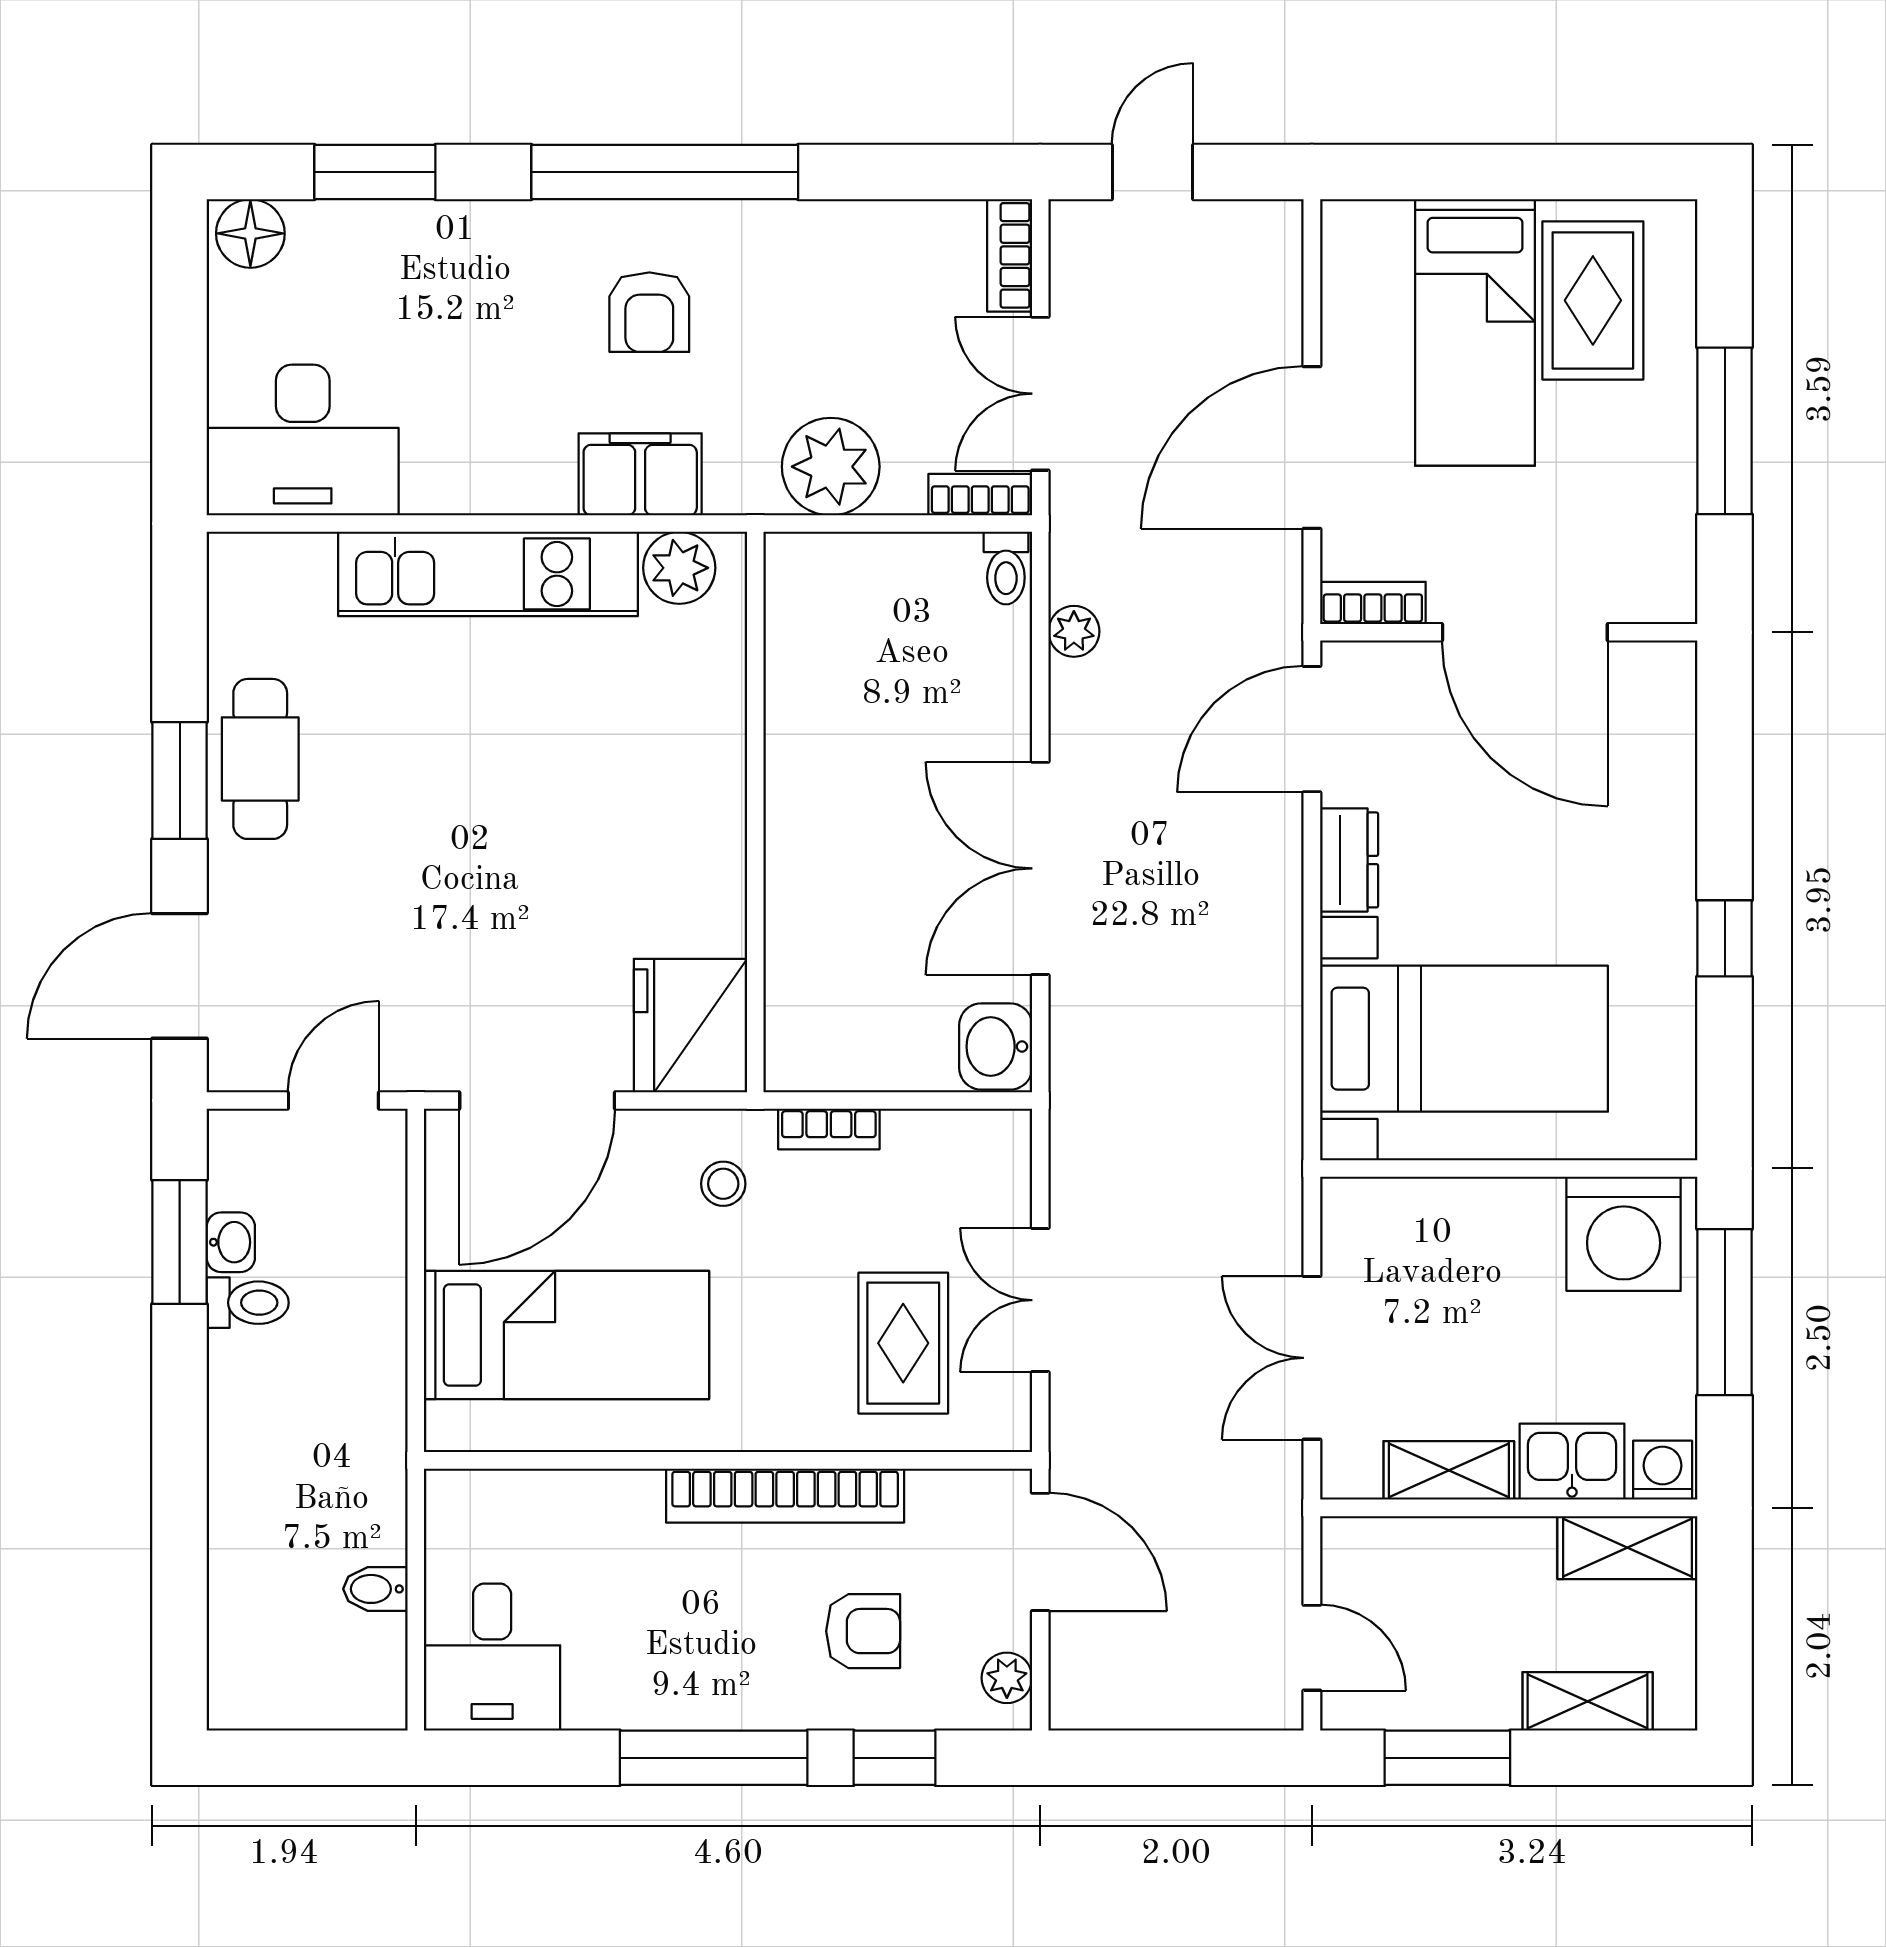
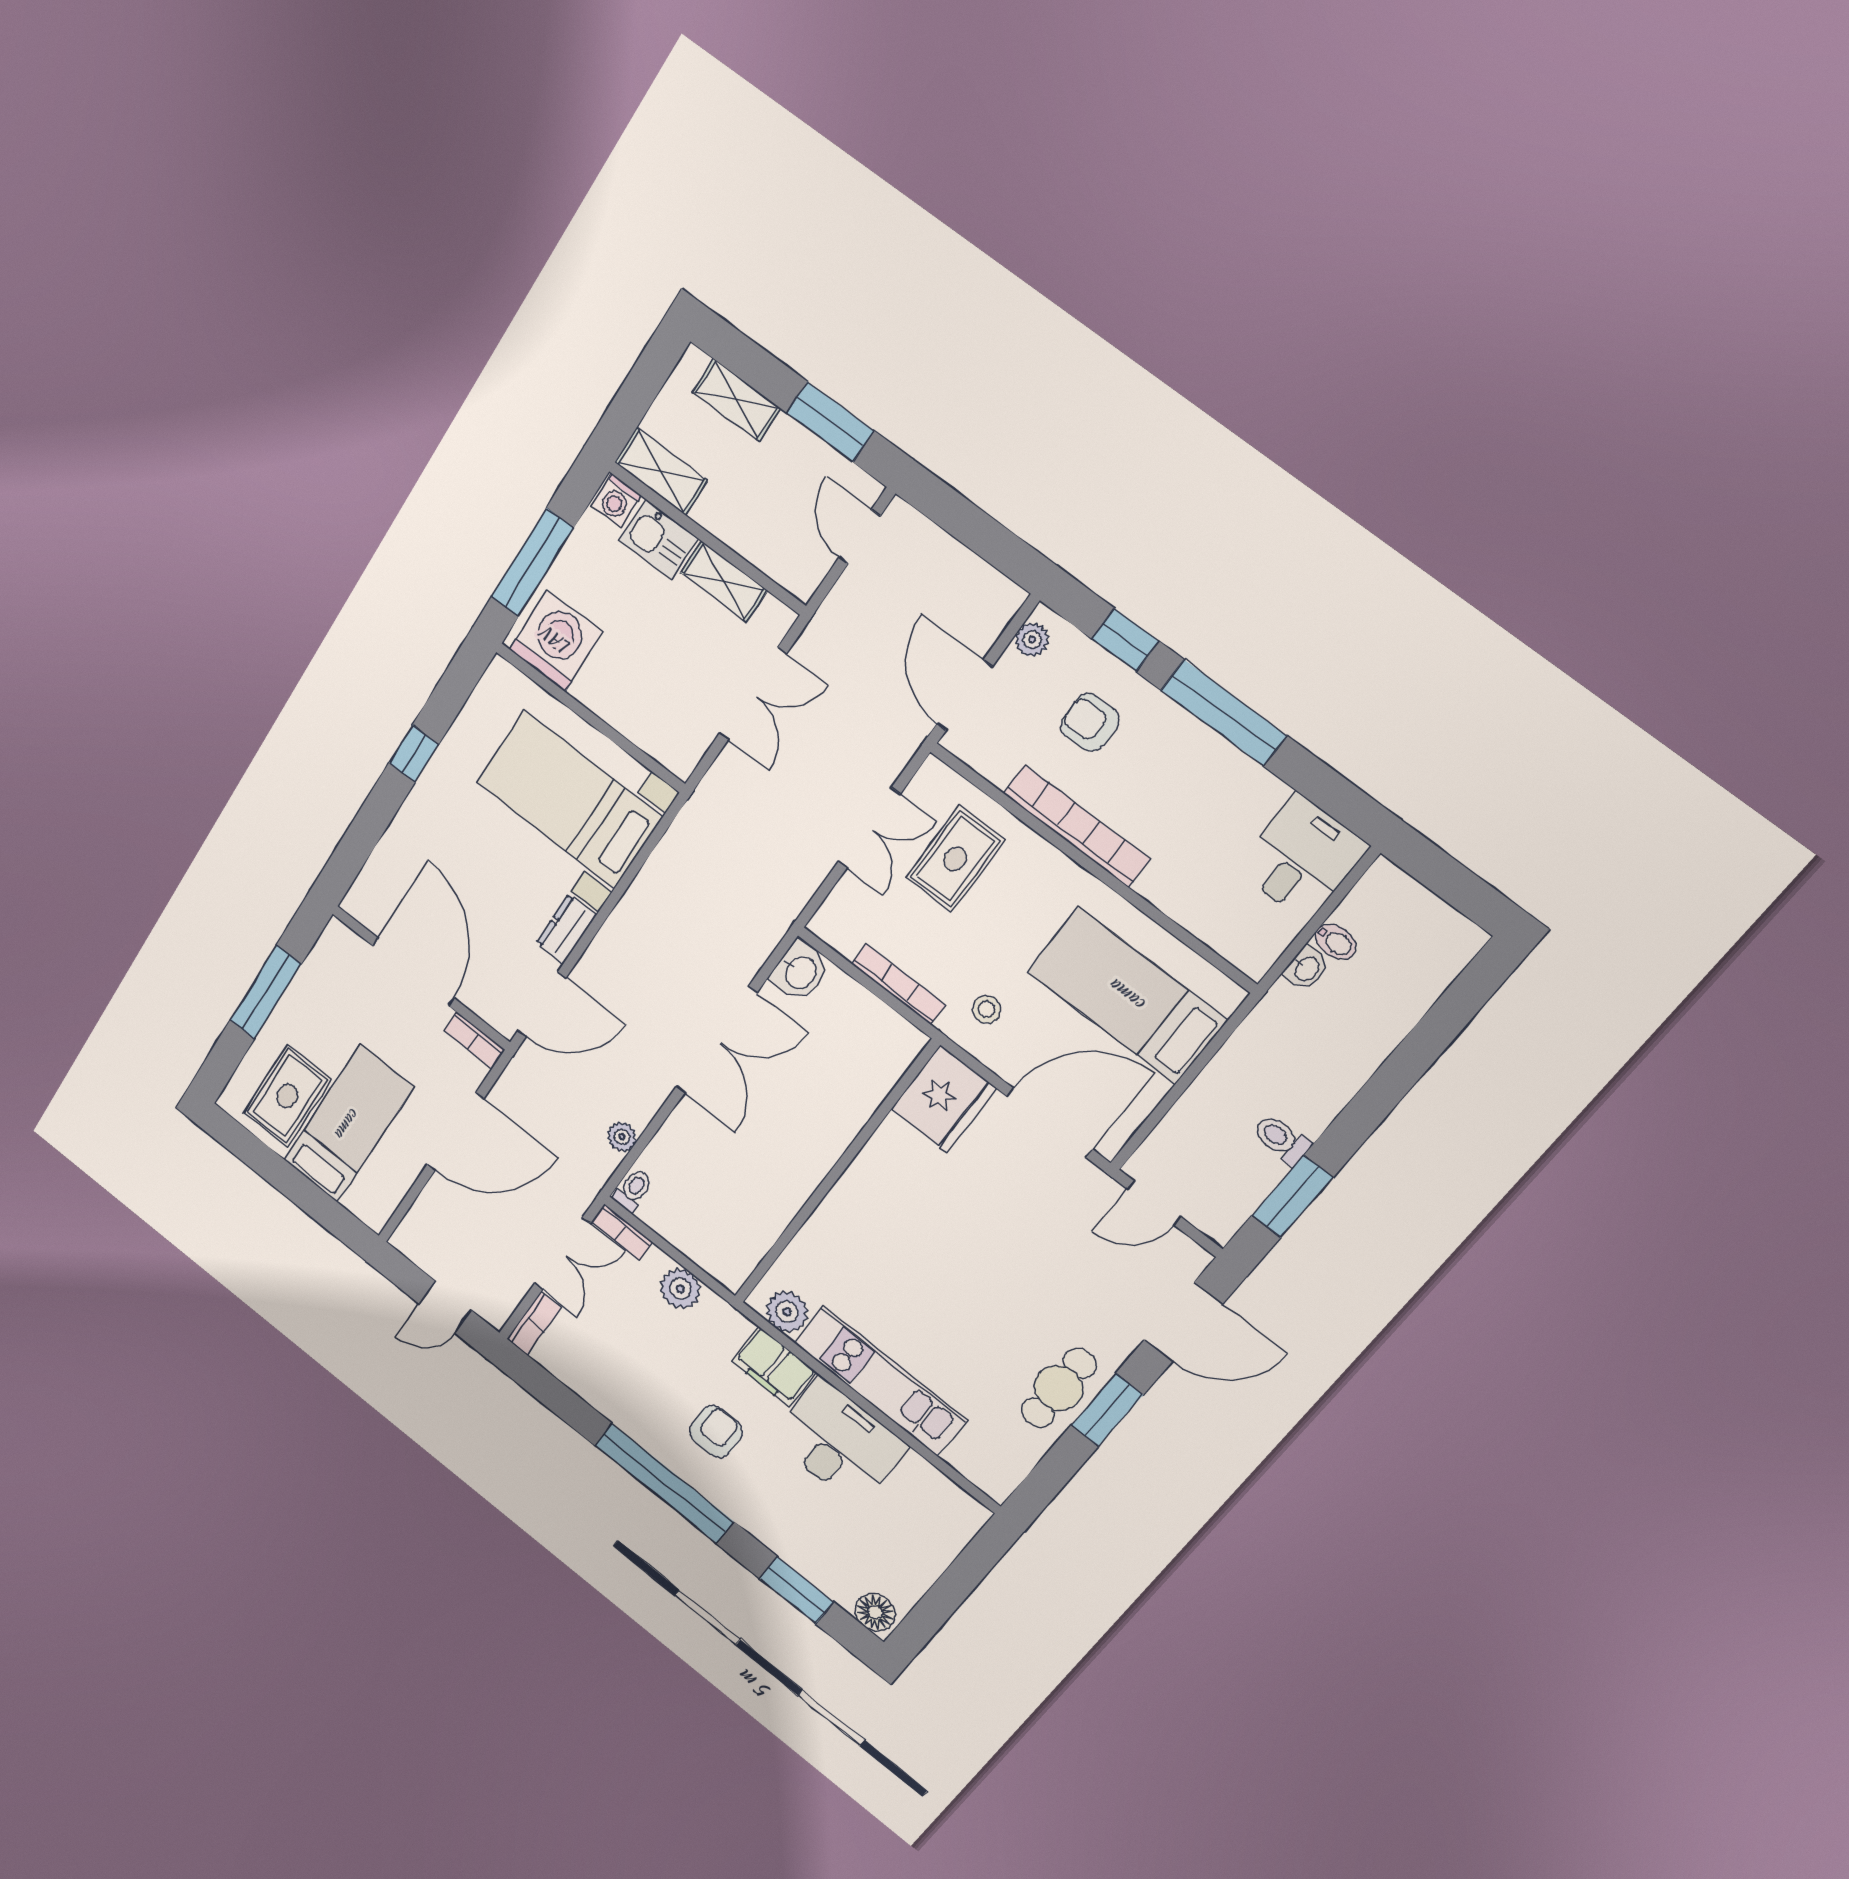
desk: (303, 440) -> (839, 1442), moved
plant: (831, 467) -> (680, 1289), width x0.73, depth x0.73
bookcase: (829, 1129) -> (898, 984), width x1.56
washbasin: (231, 1242) -> (1306, 968), moved, turned 180

